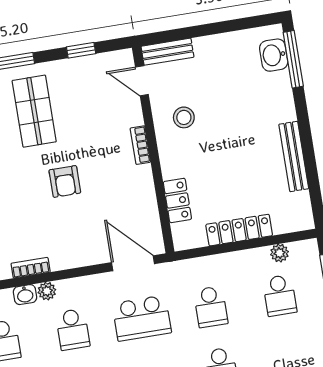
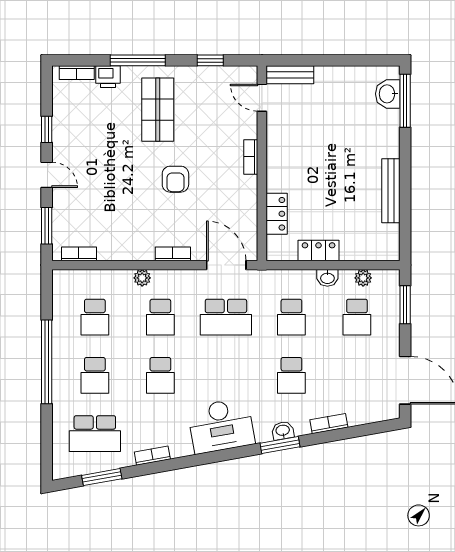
stool: (184, 117) -> (295, 138), removed
locker: (239, 230) -> (319, 251), width x0.66
bookcase: (31, 268) -> (173, 254), moved
washbasin: (25, 295) -> (327, 278), moved

